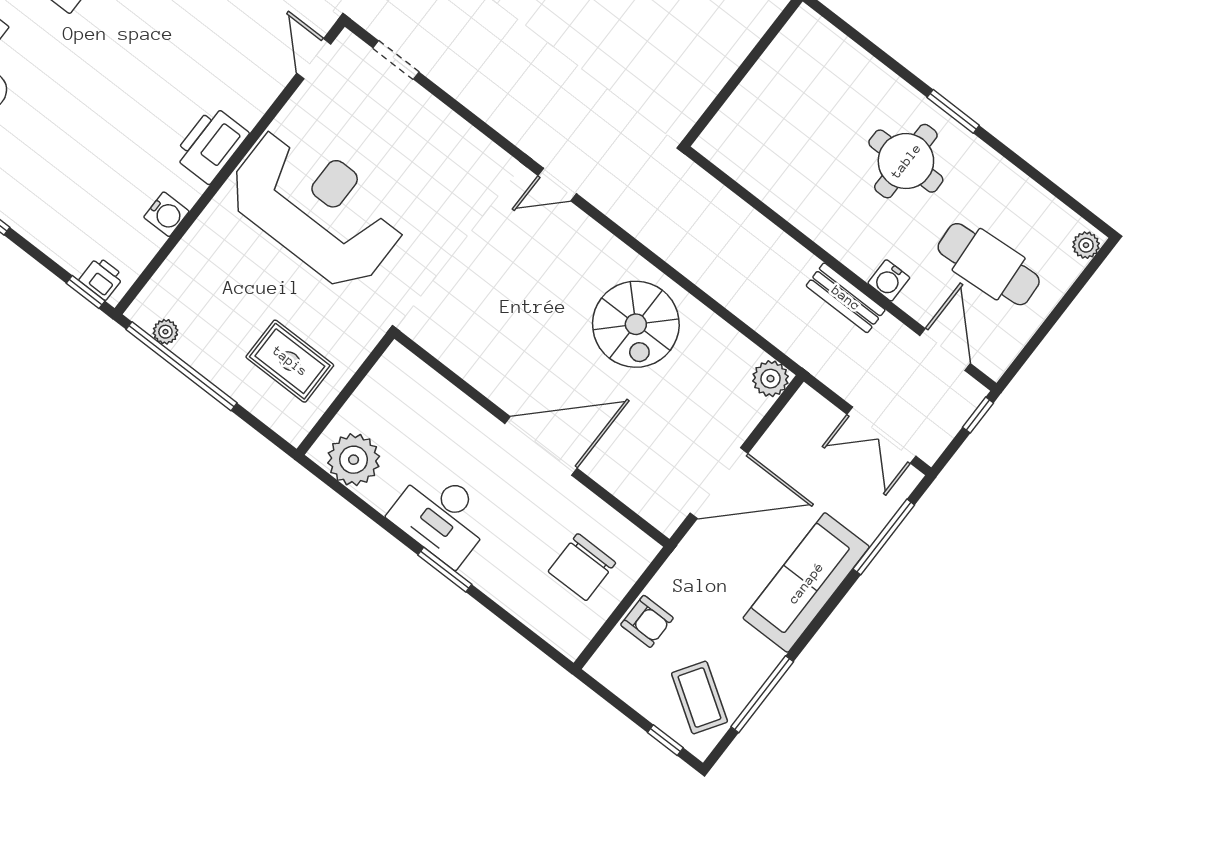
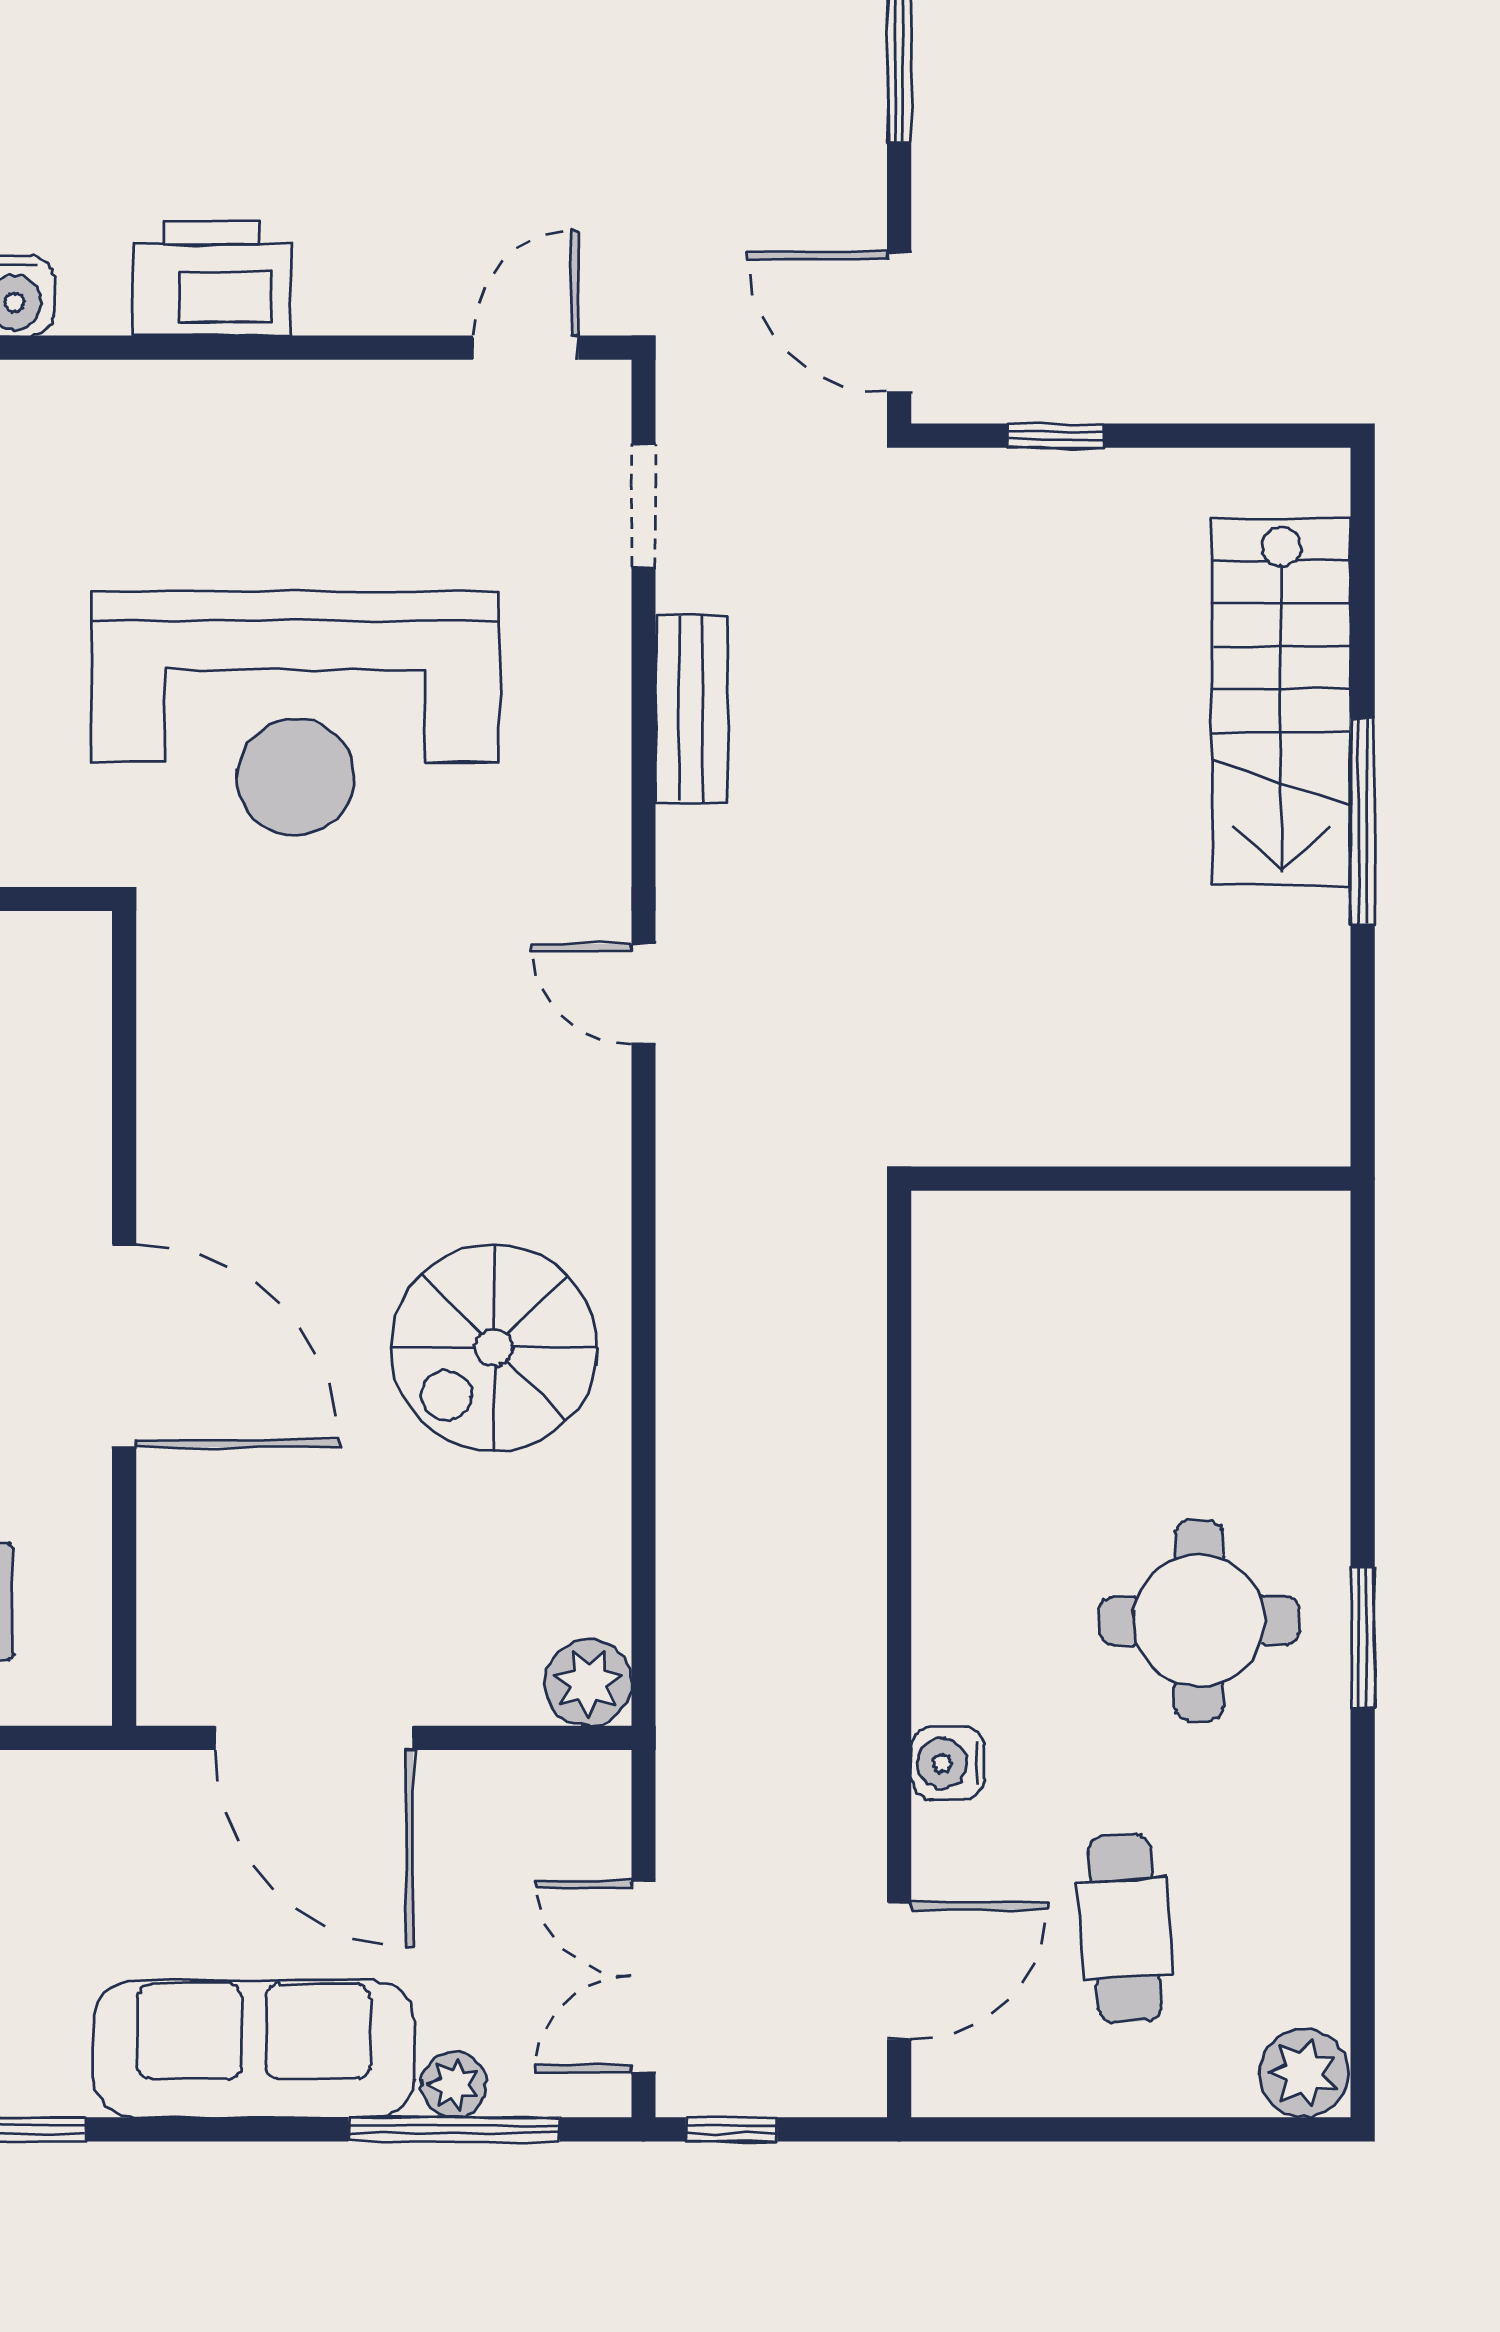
reception desk: (317, 207) -> (295, 713), moved, turned 90
plant: (1086, 245) -> (1304, 2073), width x1.38, depth x1.38
cafe table: (989, 264) -> (1125, 1928), width x0.73, depth x0.74
bench: (846, 298) -> (691, 709), moved
window: (978, 415) -> (732, 2129), moved
plant: (869, 526) -> (454, 2085), added

